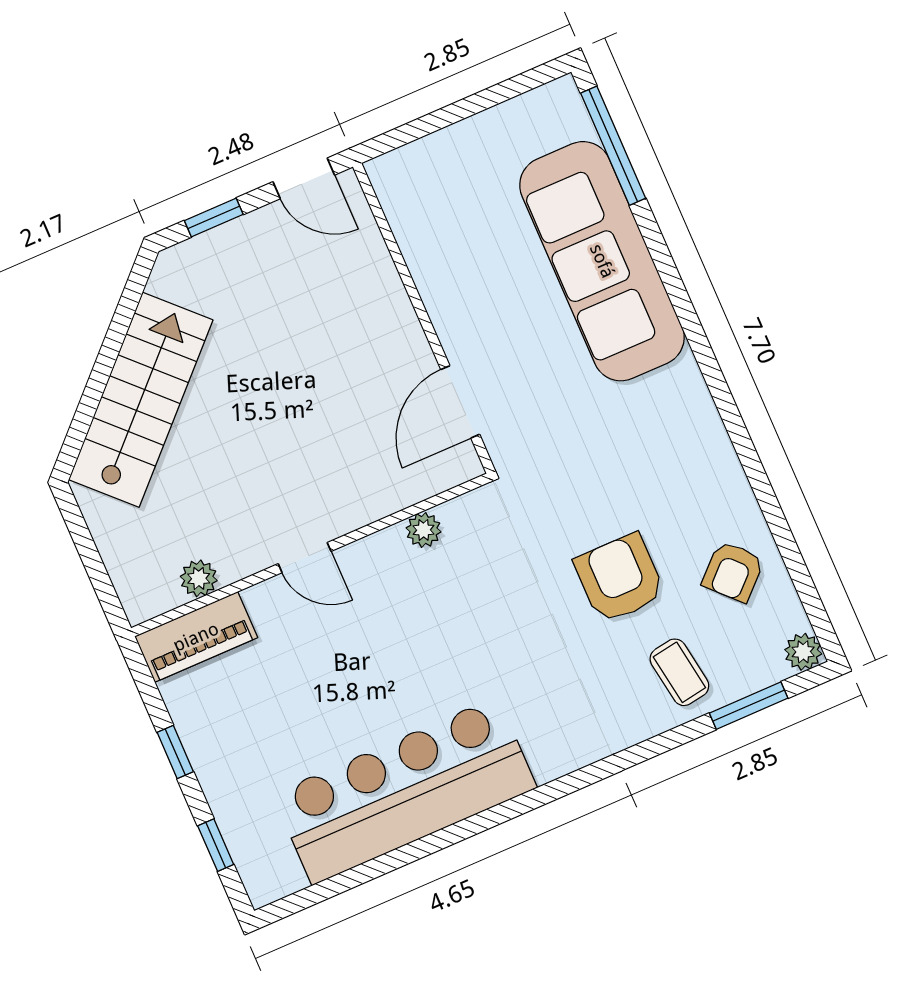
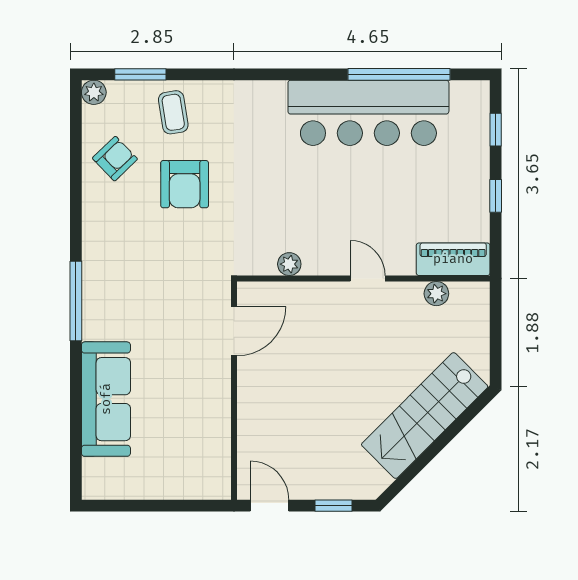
window: (613, 146) -> (76, 301), moved
sofa: (602, 261) -> (106, 399), width x0.74, depth x0.79
window: (385, 864) -> (399, 74), added

